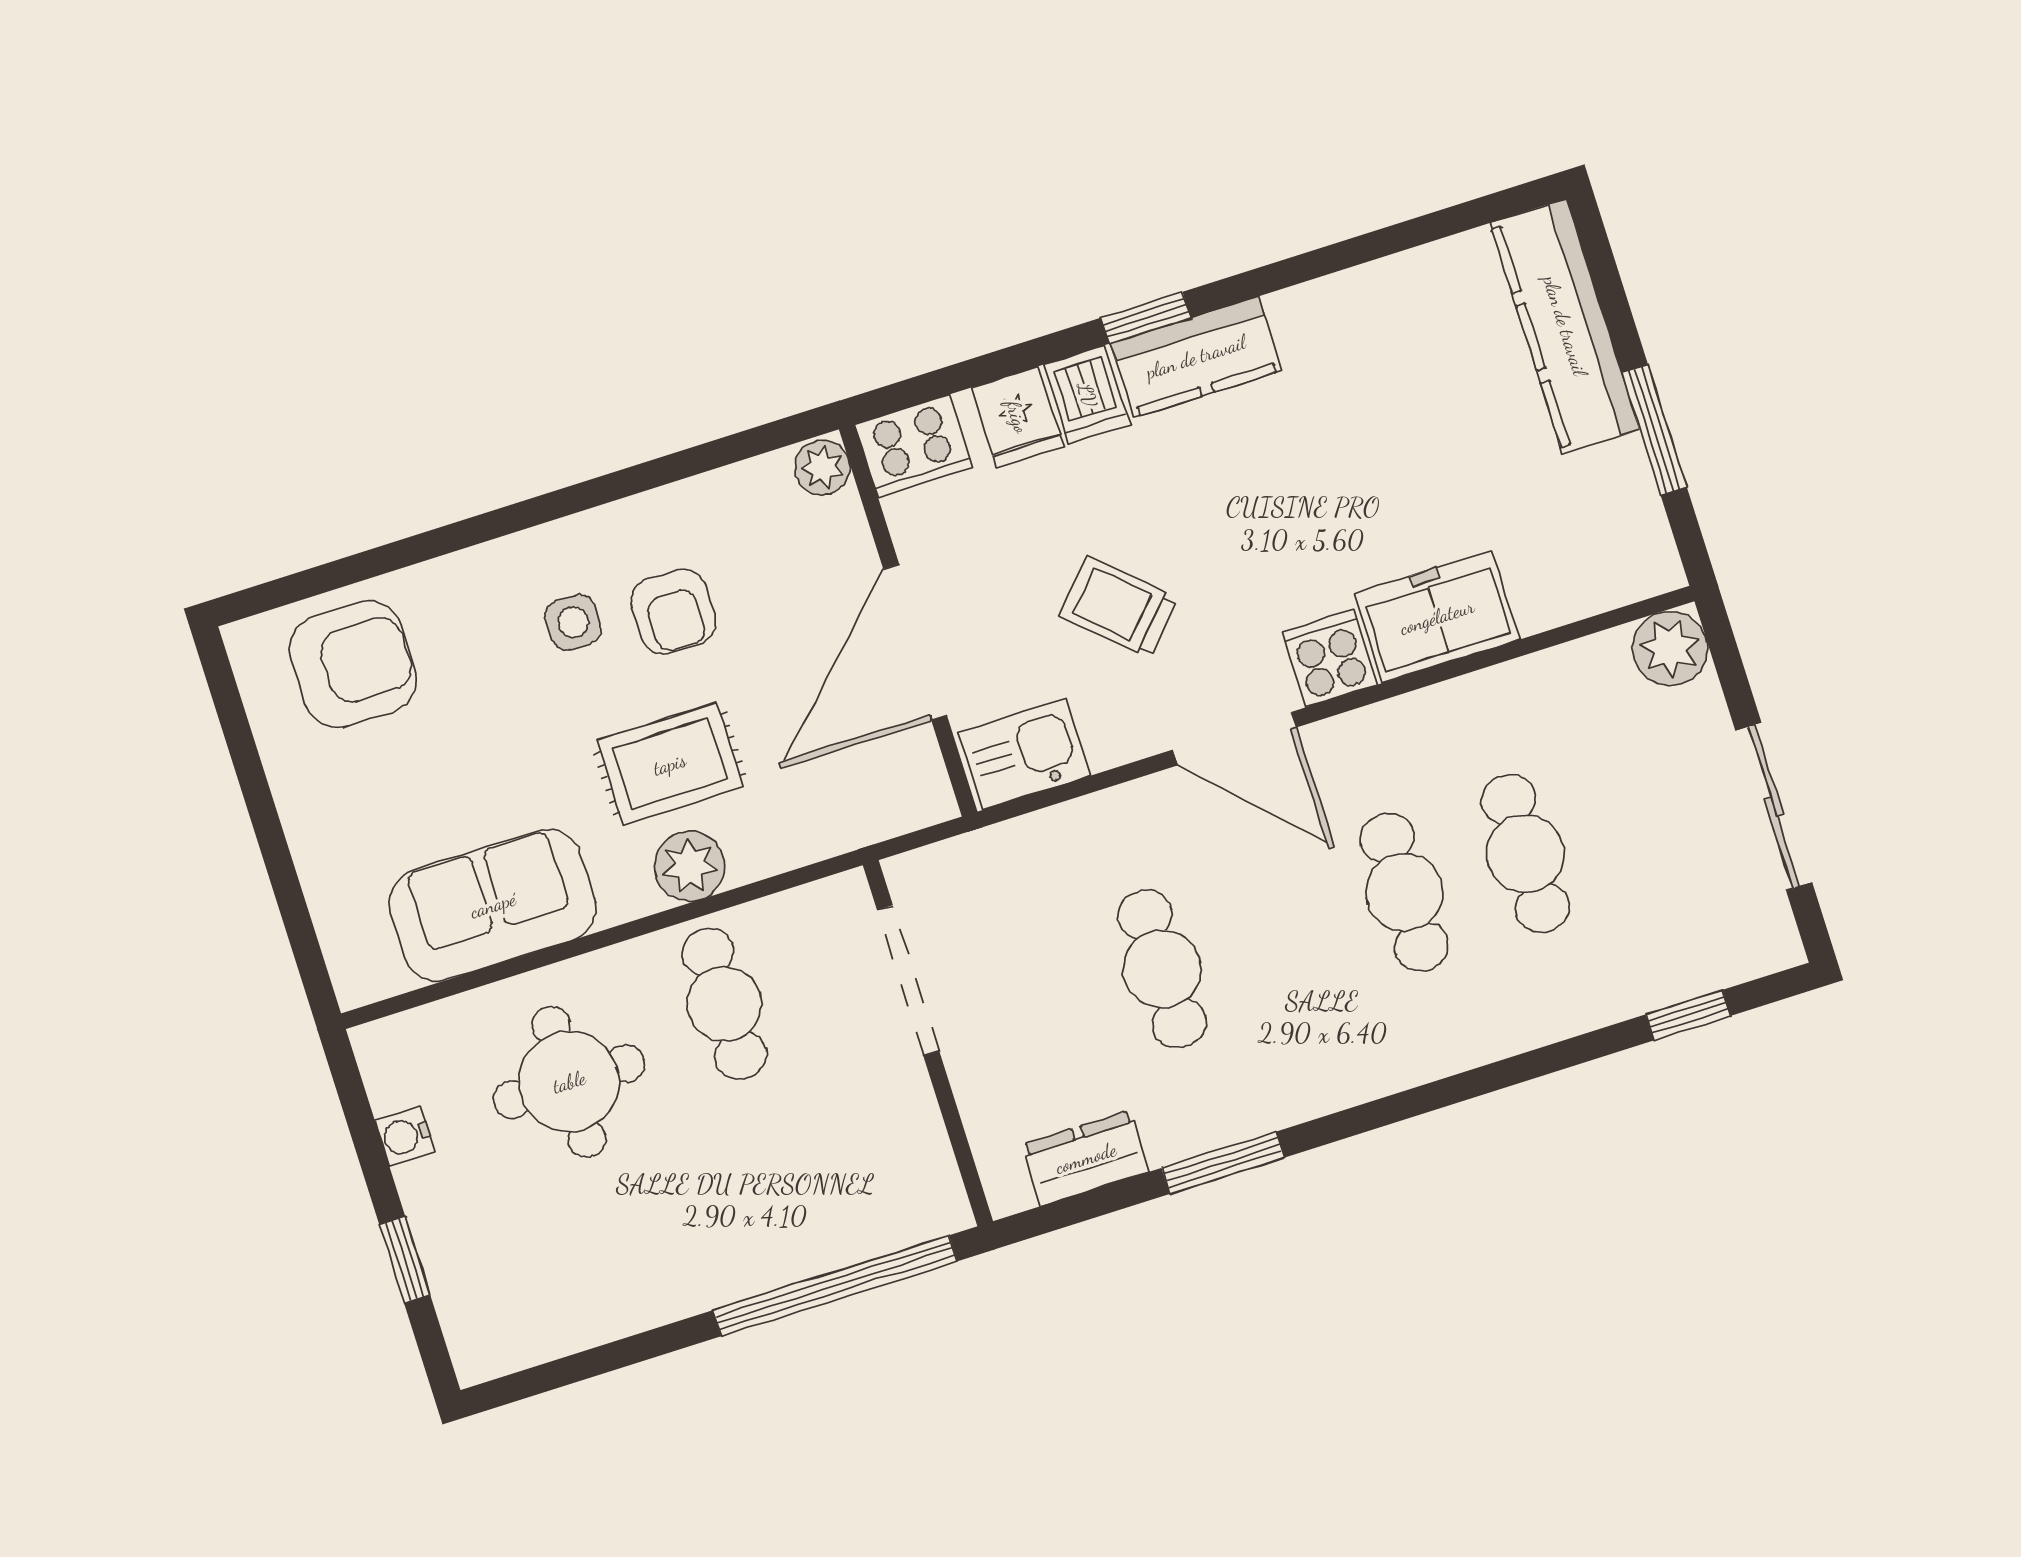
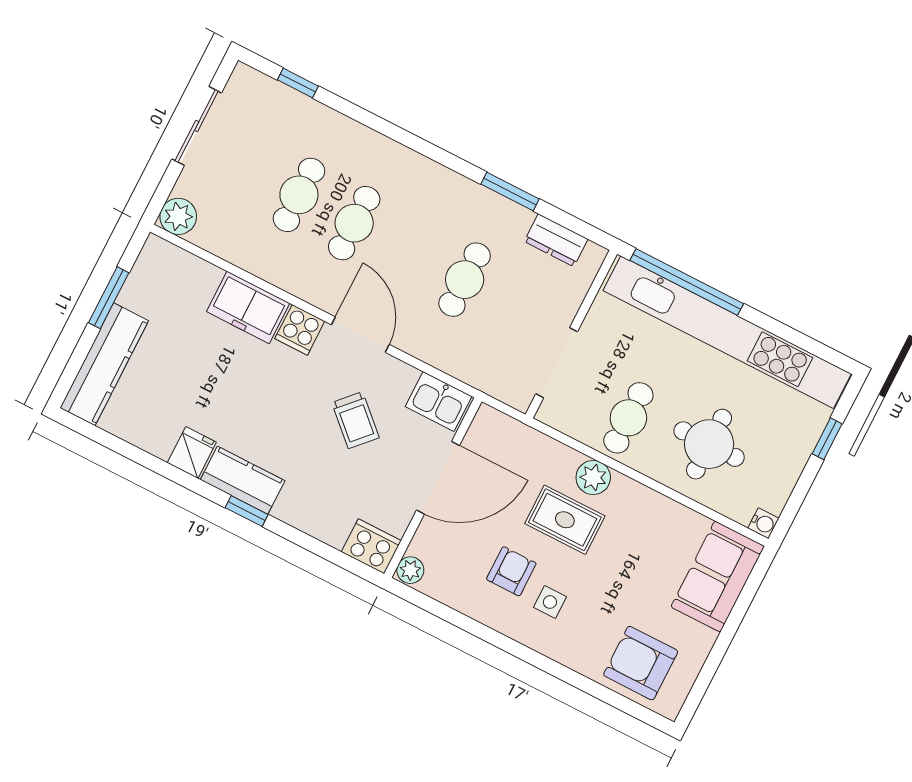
dishwasher: (1087, 395) -> (293, 505), removed
fridge: (1017, 417) -> (192, 453), moved
sofa: (493, 905) -> (718, 576), moved, turned 90
water cooler: (405, 1136) -> (763, 523), moved
kitchen unit: (704, 1271) -> (727, 332), added

